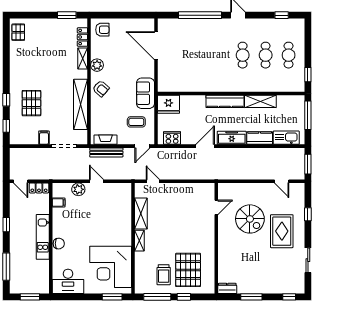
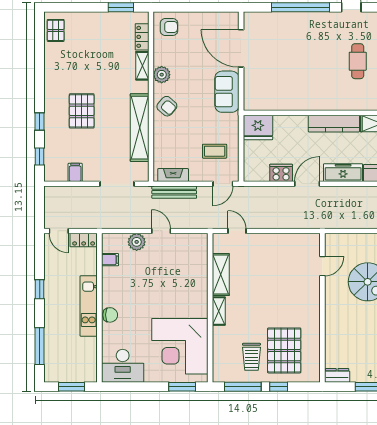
sofa: (145, 93) -> (227, 92), moved
pallet: (31, 103) -> (82, 111), moved
filing cabinet: (44, 138) -> (75, 172), moved
cooker: (172, 138) -> (281, 173), moved

